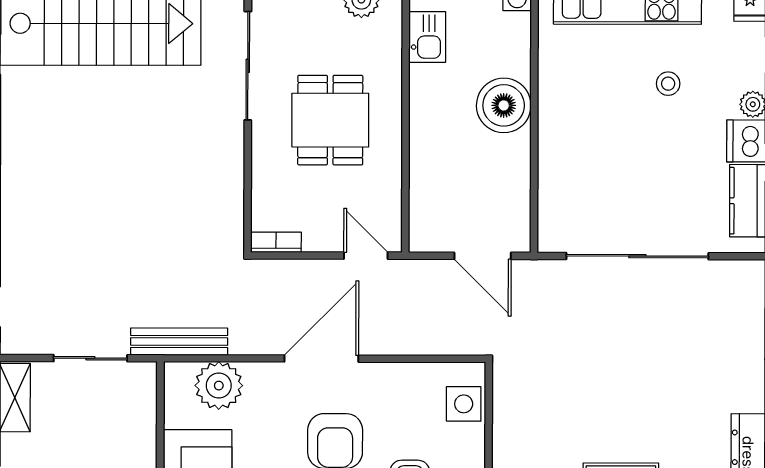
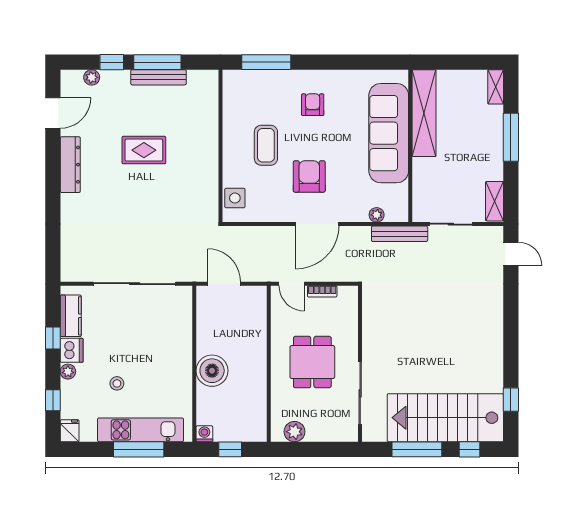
kitchen sink: (427, 37) -> (256, 410), removed
bookcase: (276, 242) -> (322, 291), moved
plant: (219, 386) -> (377, 215), width x0.53, depth x0.53

